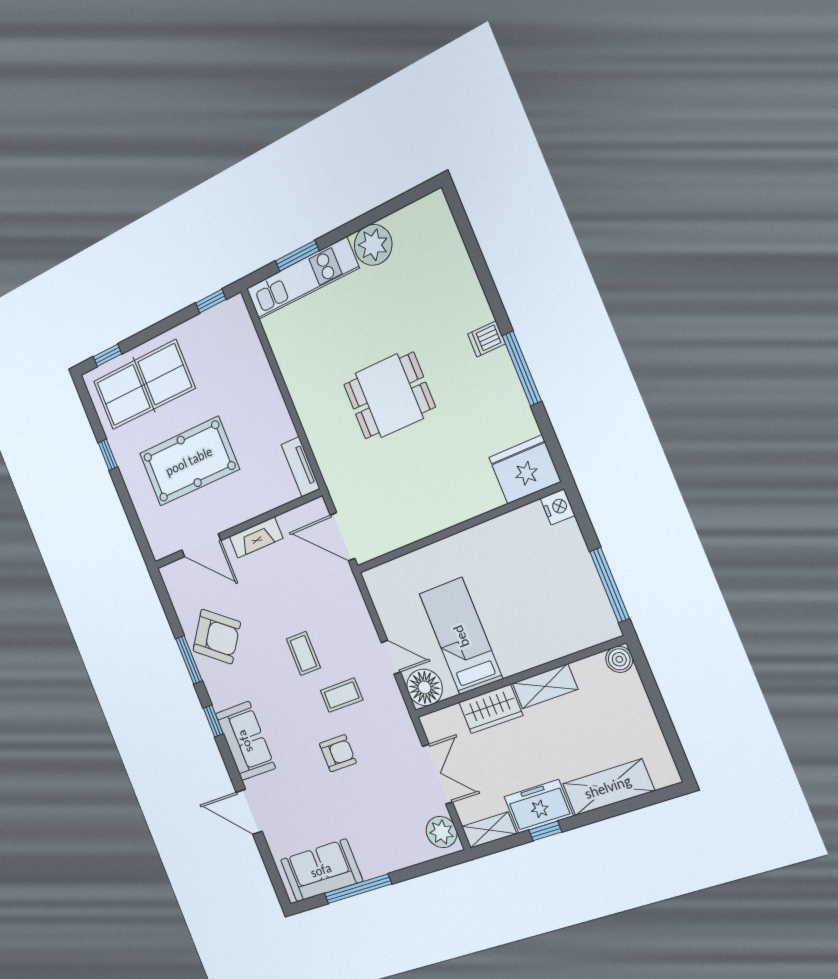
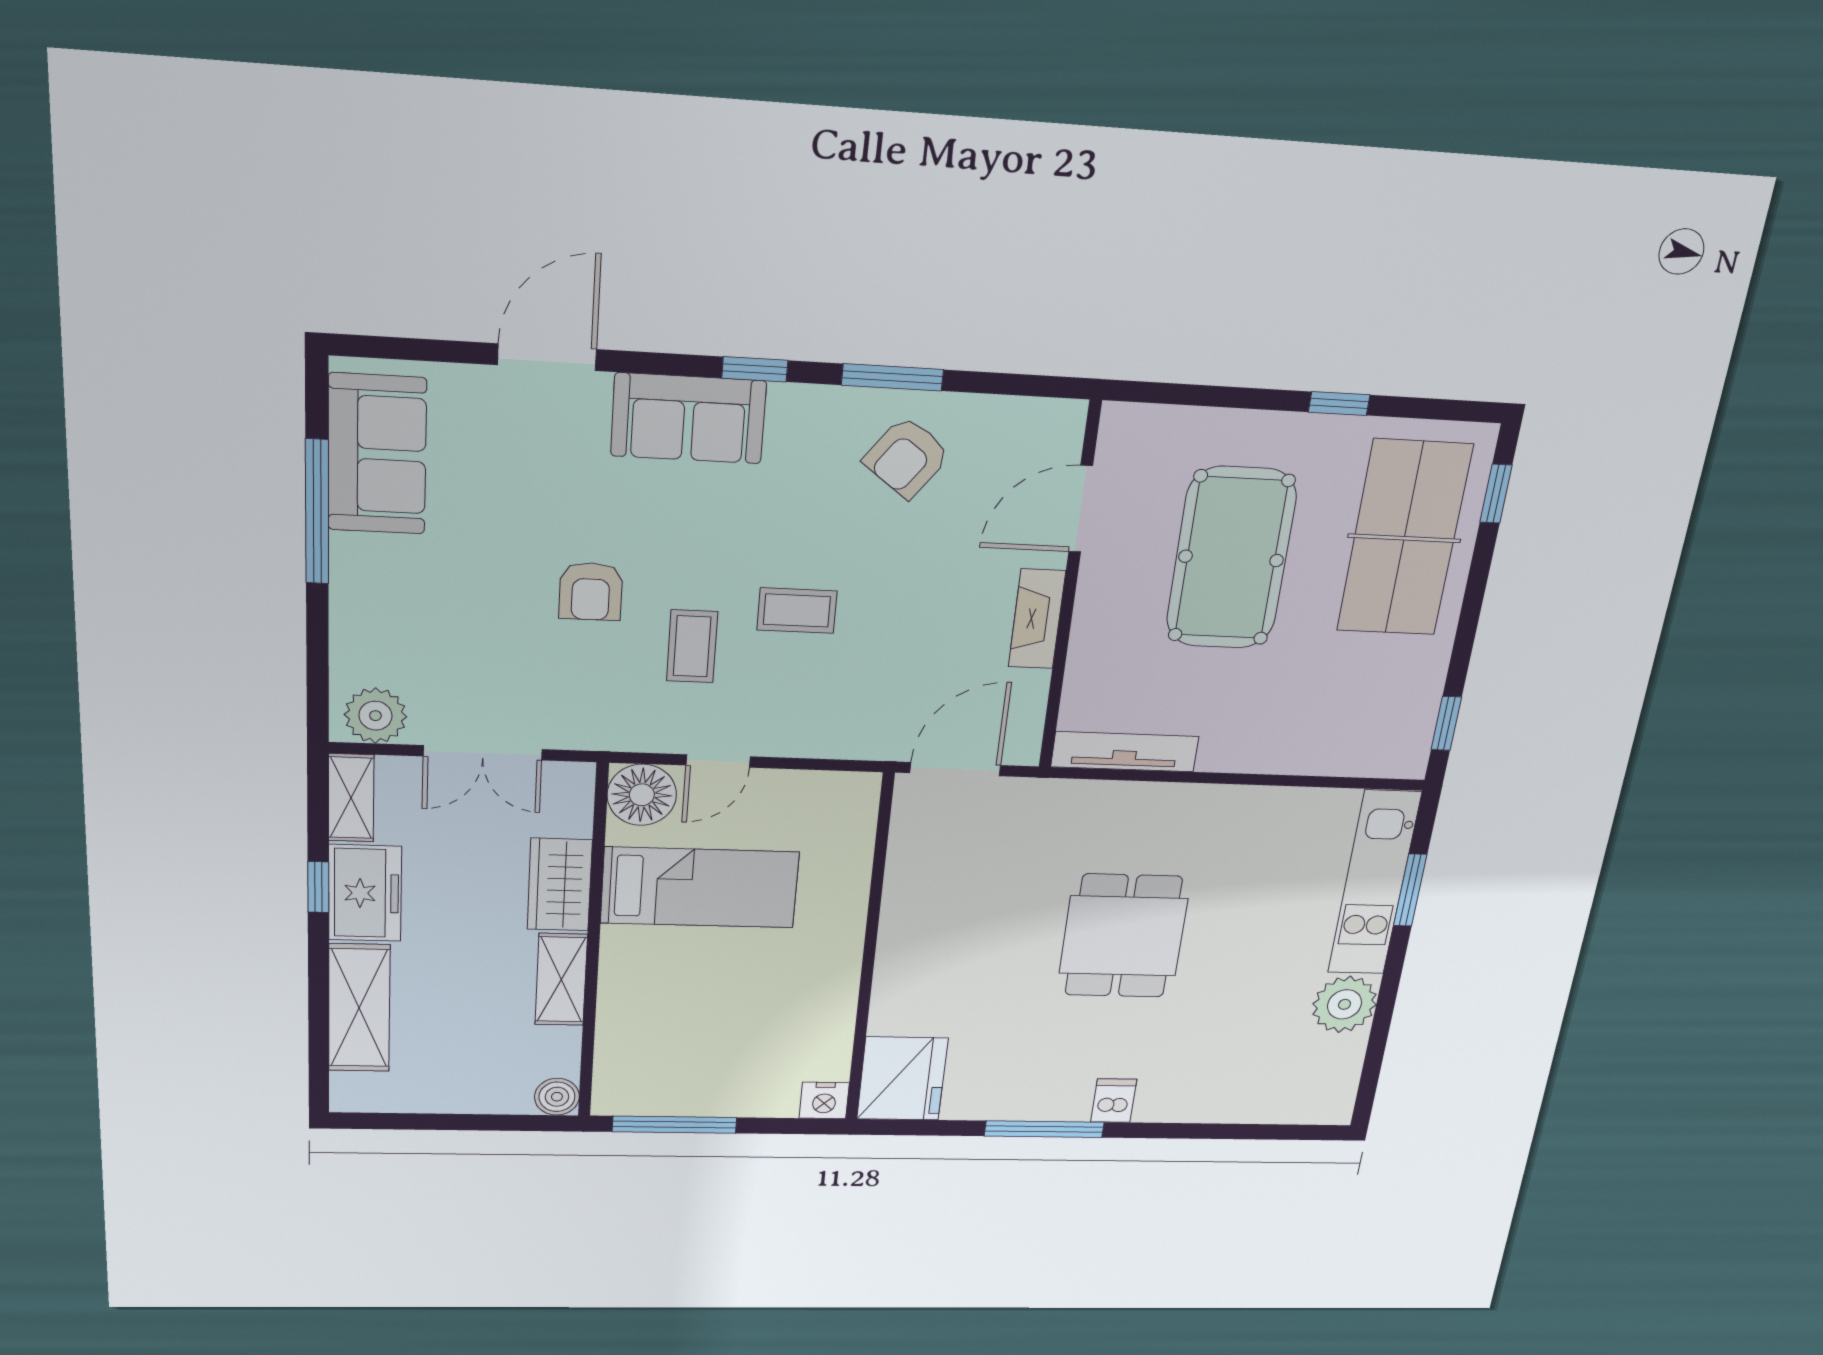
tv unit: (301, 467) -> (1125, 752), width x1.41
armchair: (217, 637) -> (907, 457), width x0.72, depth x0.72

